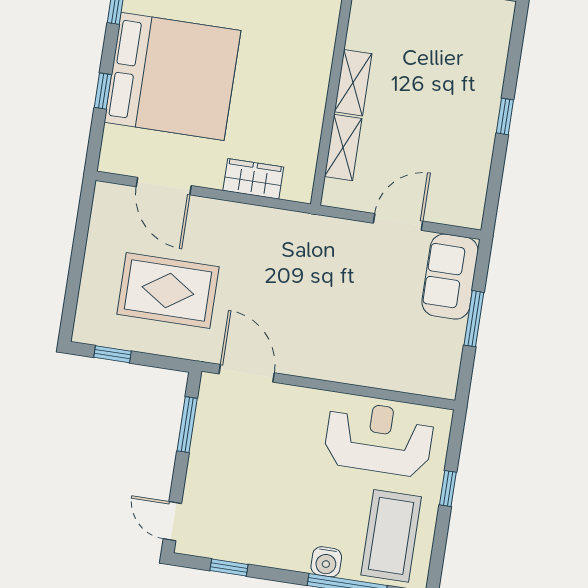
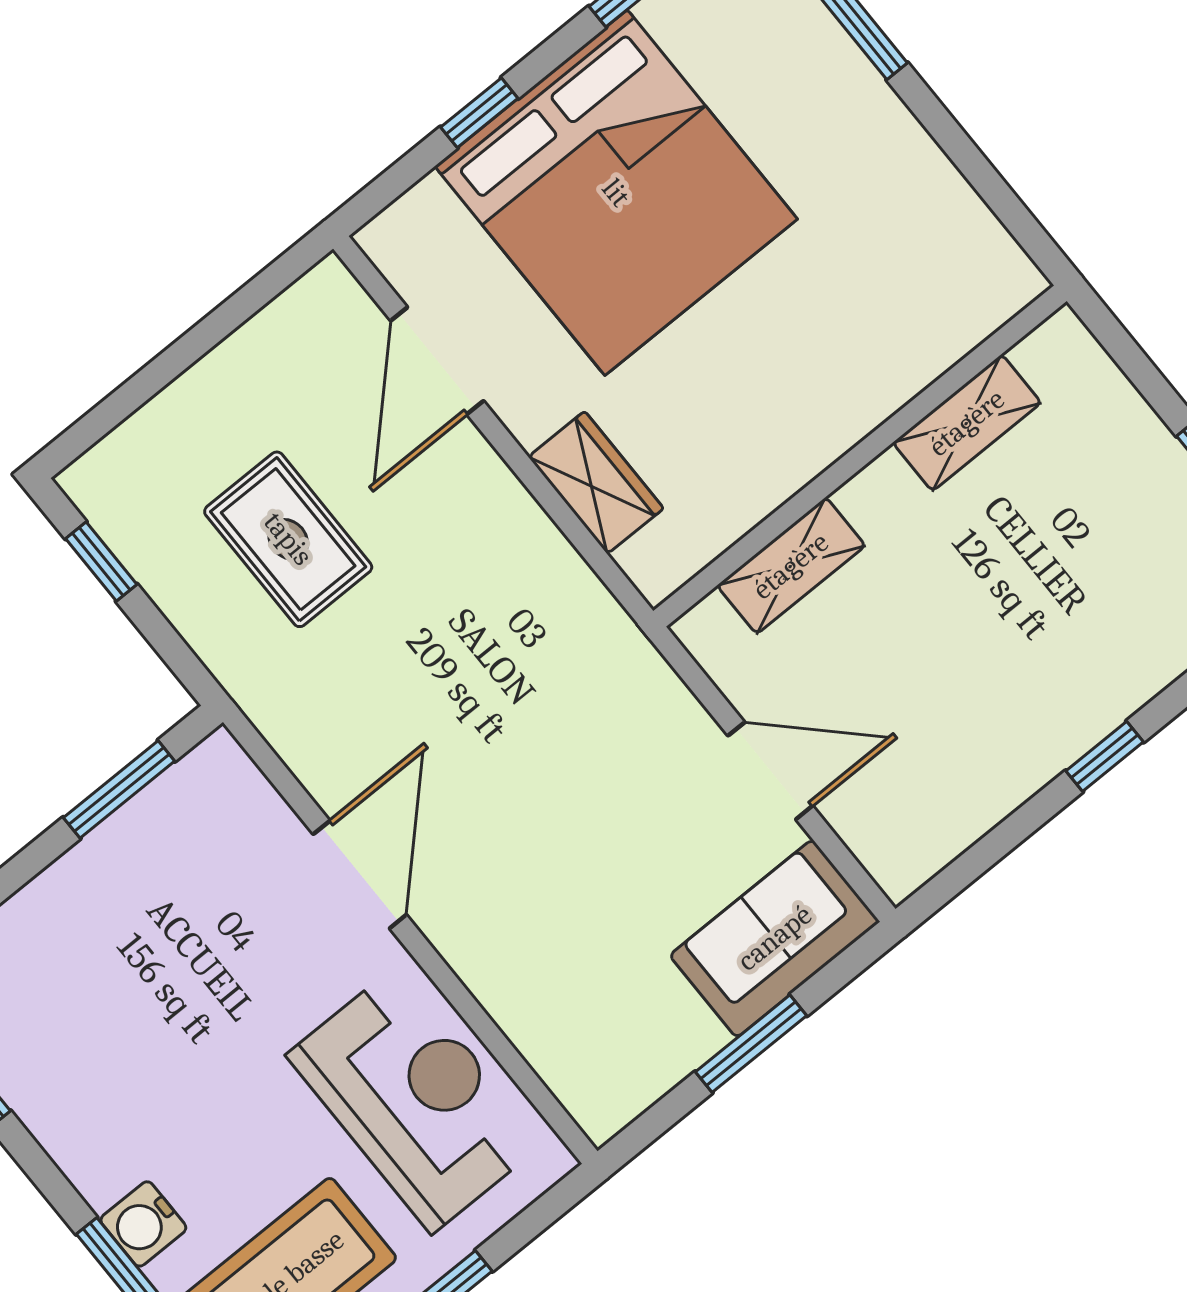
shelving: (353, 83) -> (967, 423), moved
rug: (168, 290) -> (288, 539), width x0.73, depth x0.70
door: (247, 373) -> (360, 874), moved

